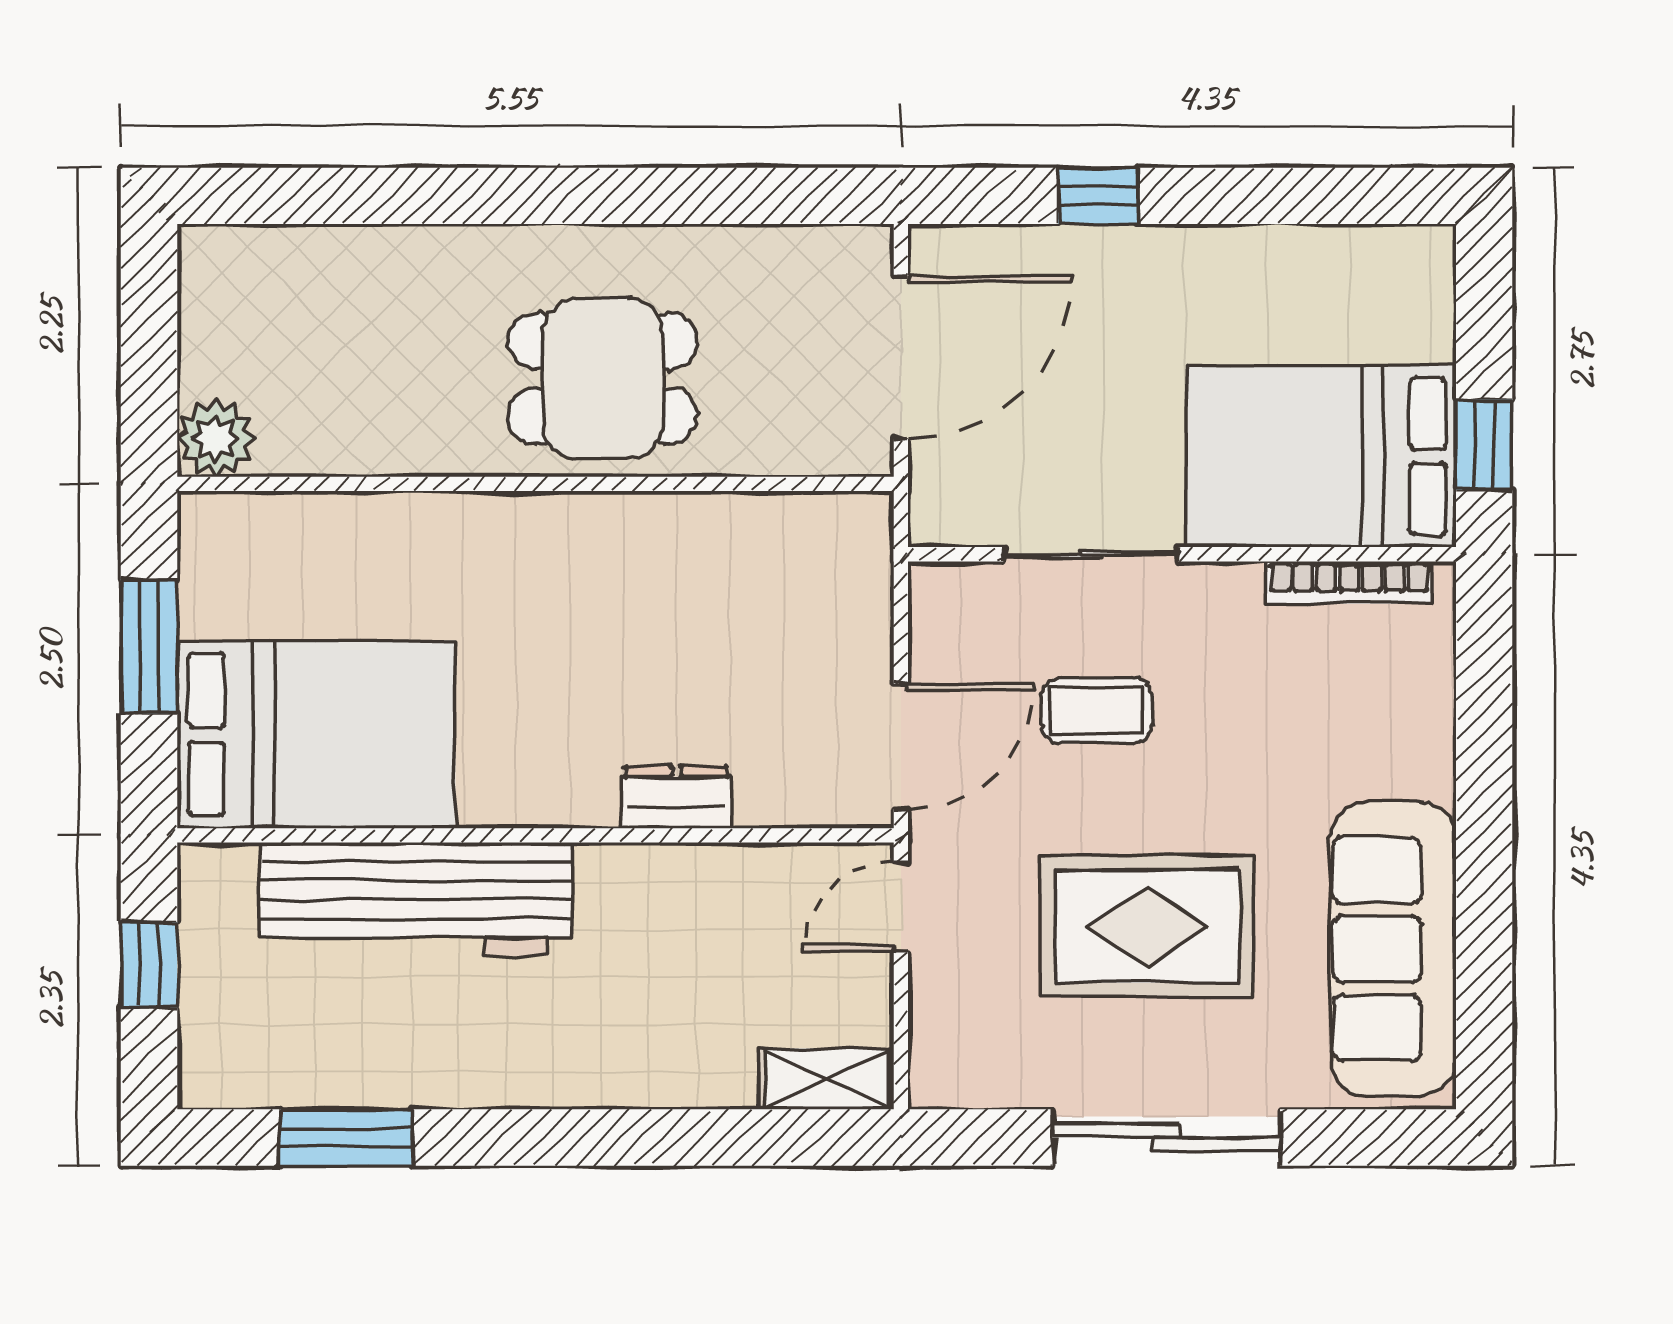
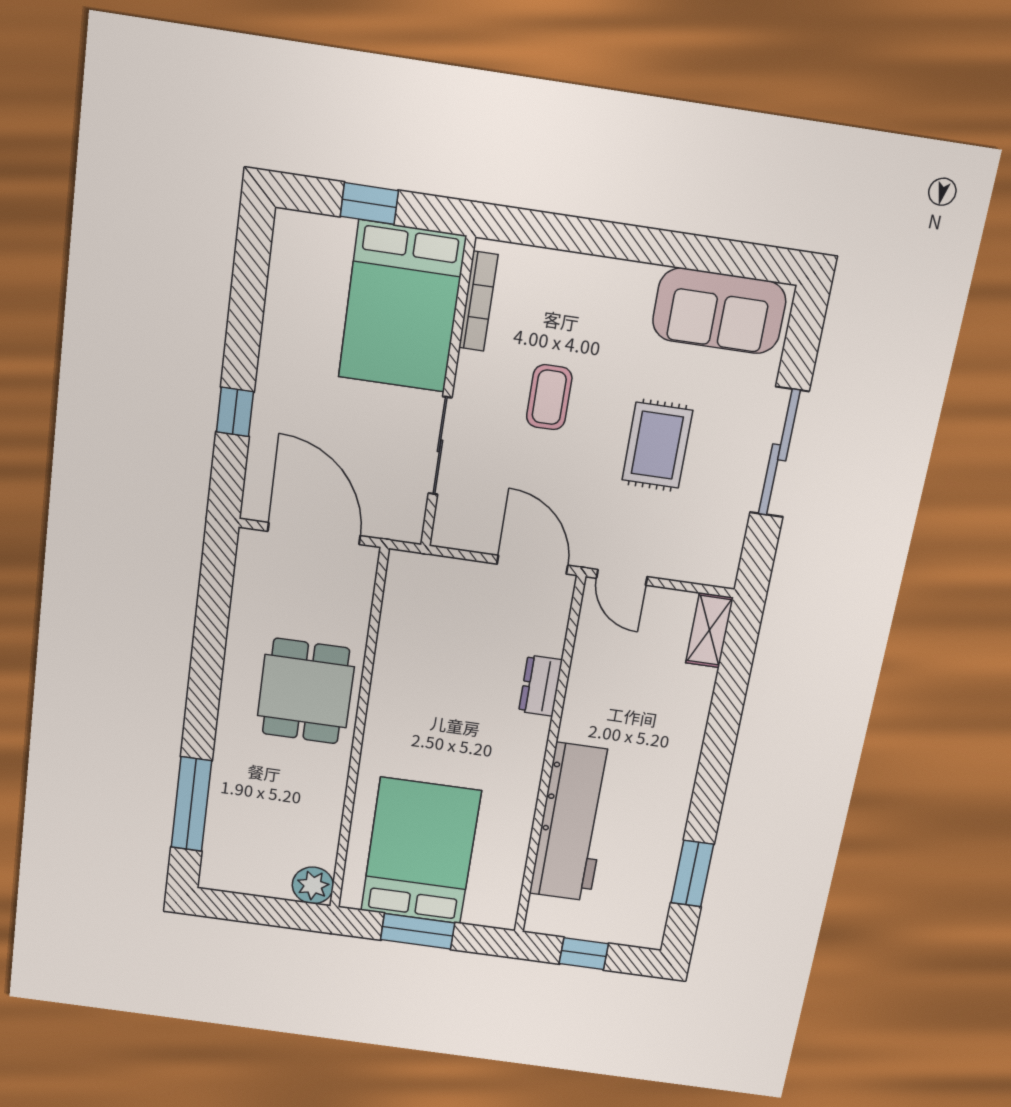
window: (348, 196) -> (191, 804), added
window: (1484, 445) -> (369, 203), moved
coffee table: (1097, 710) -> (549, 397), moved
bed: (316, 734) -> (421, 851), moved
rug: (1148, 926) -> (657, 445), width x0.73, depth x0.70
sofa: (1393, 949) -> (719, 311), width x0.73

